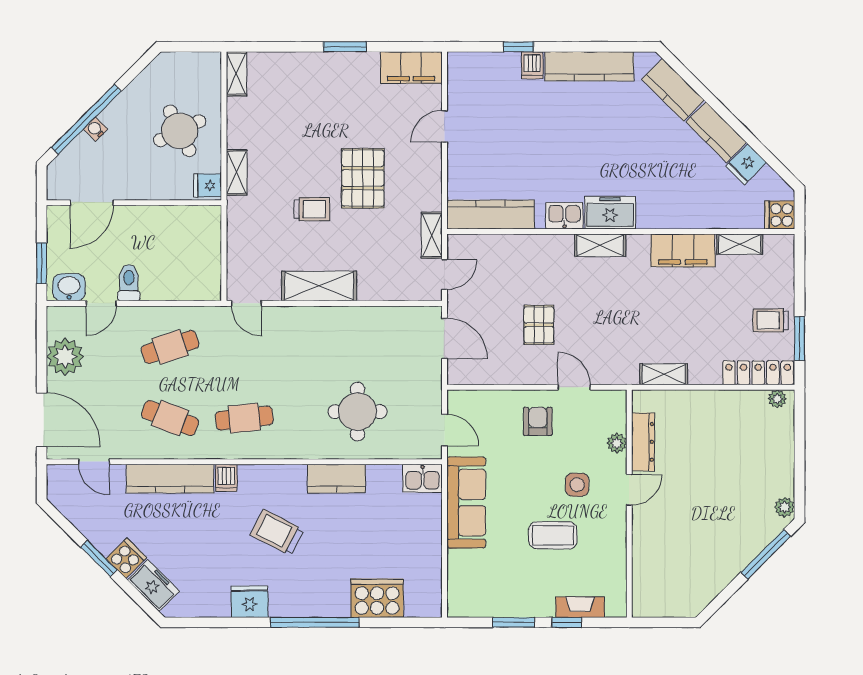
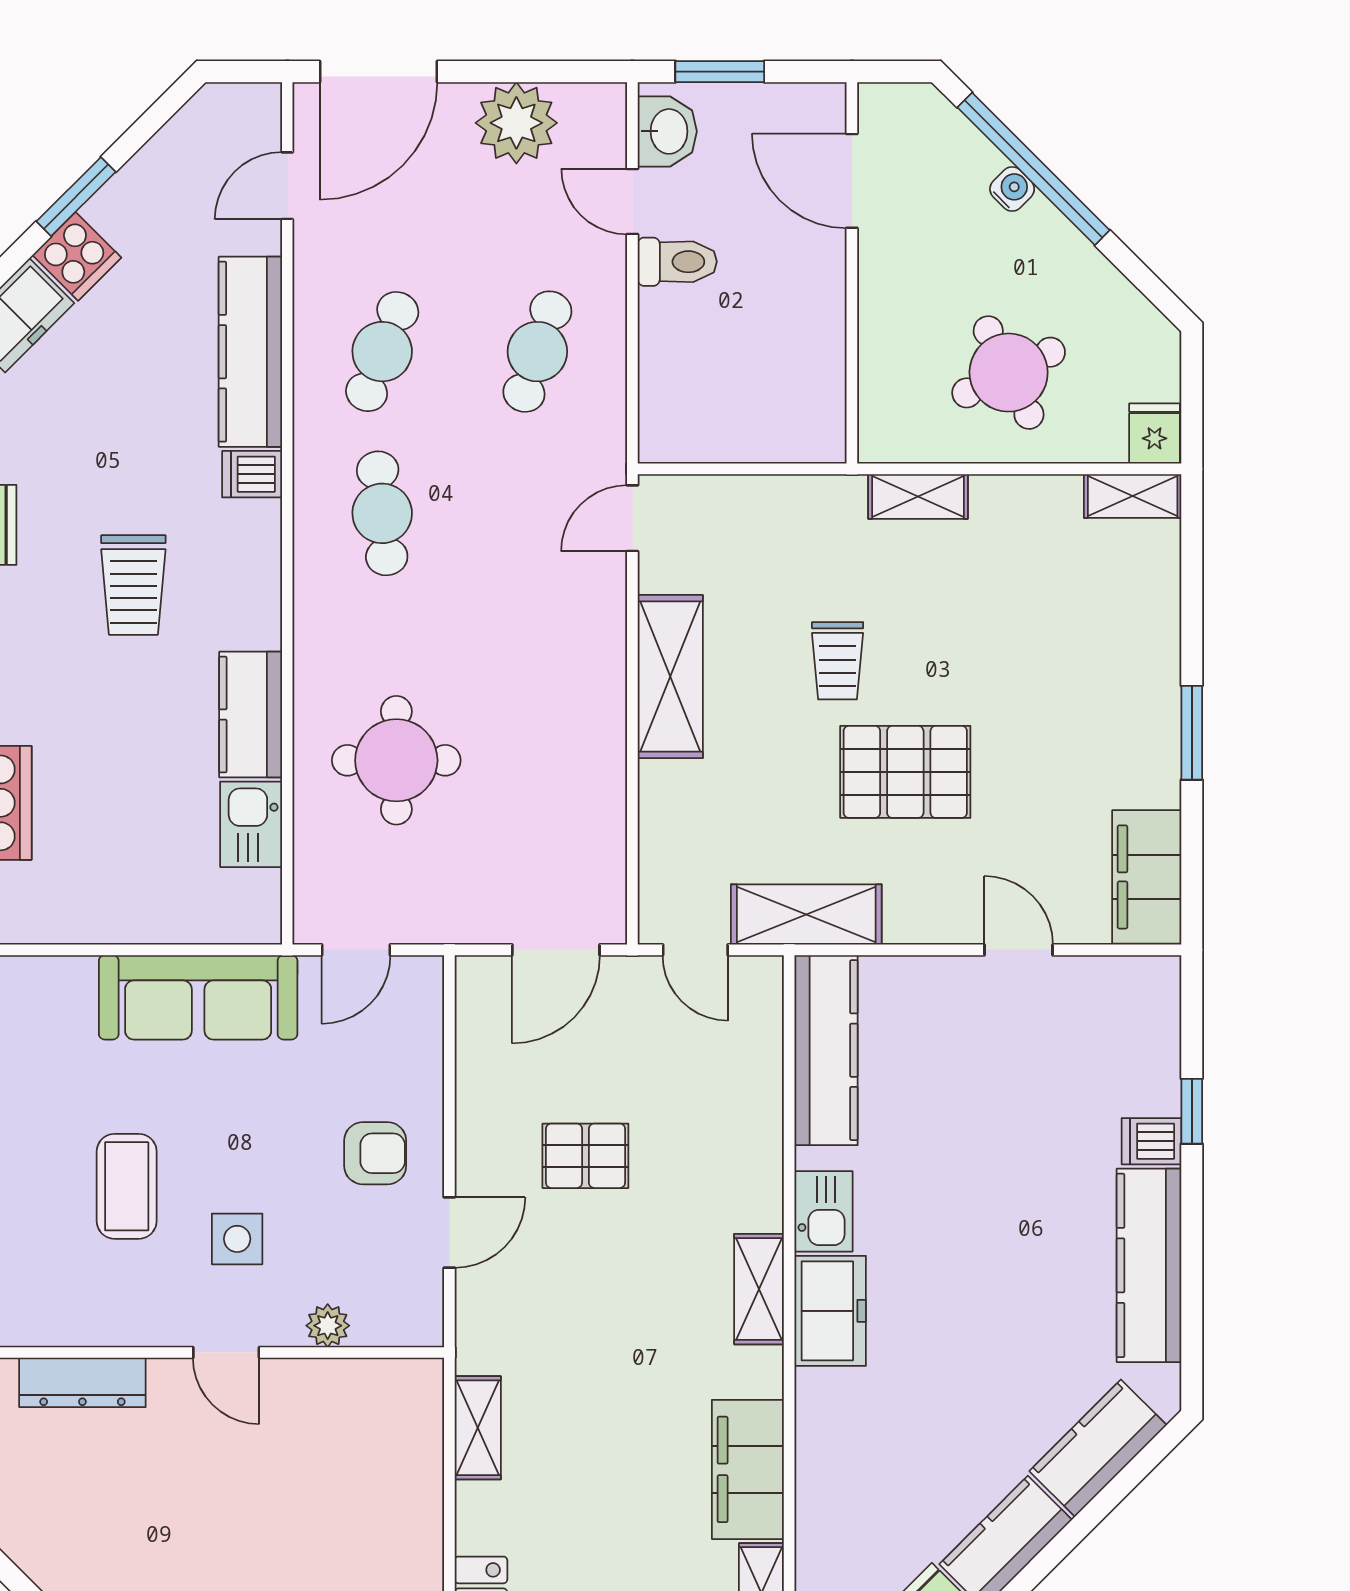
fridge: (208, 186) -> (1155, 434), moved
shelving: (432, 235) -> (806, 915), width x1.50, depth x1.33
cafe table: (170, 347) -> (537, 352), turned 36
dresser: (643, 442) -> (82, 1382), moved
kitchen sink: (423, 478) -> (251, 824), moved
trolley: (277, 532) -> (133, 585), turned 153

